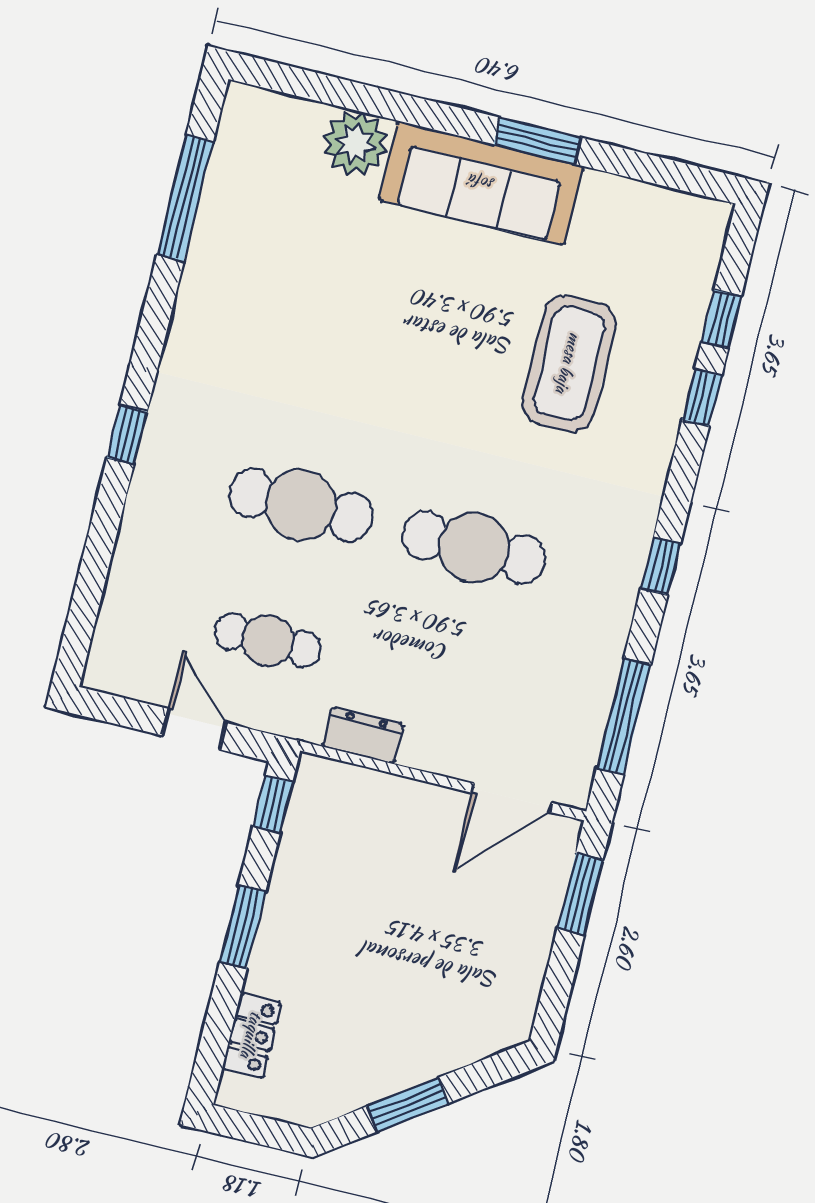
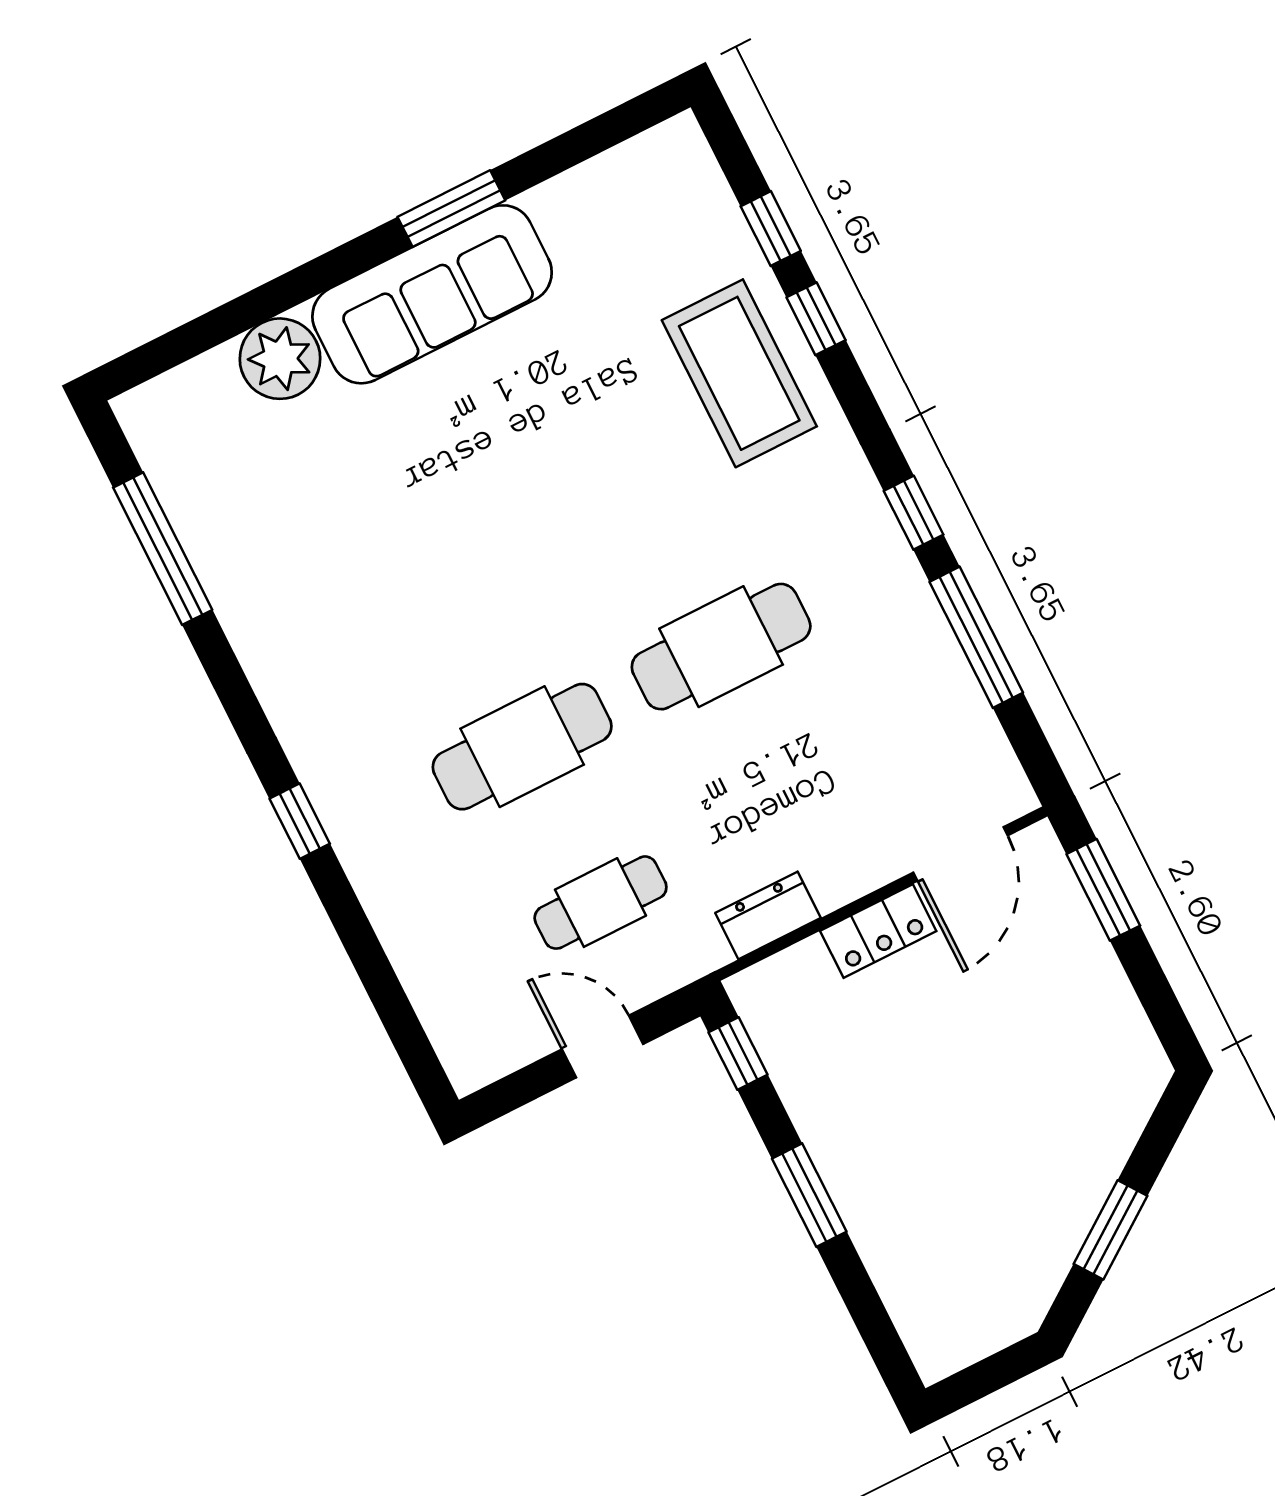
coffee table: (569, 363) -> (739, 373), moved
window: (624, 716) -> (976, 637), moved
locker: (252, 1035) -> (878, 931), moved, turned 90

